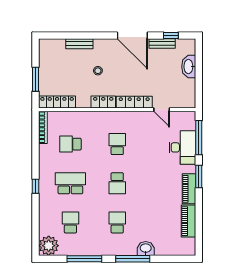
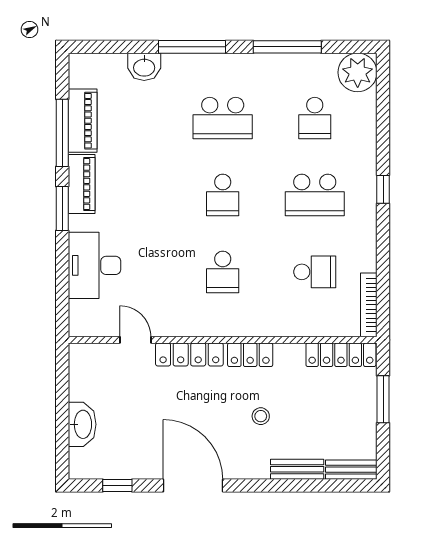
bench: (162, 43) -> (351, 470), moved
window: (199, 138) -> (62, 133), moved
school desk: (117, 183) -> (223, 195), turned 180
school desk: (117, 222) -> (223, 118), width x1.85
washbasin: (146, 248) -> (144, 67), moved

